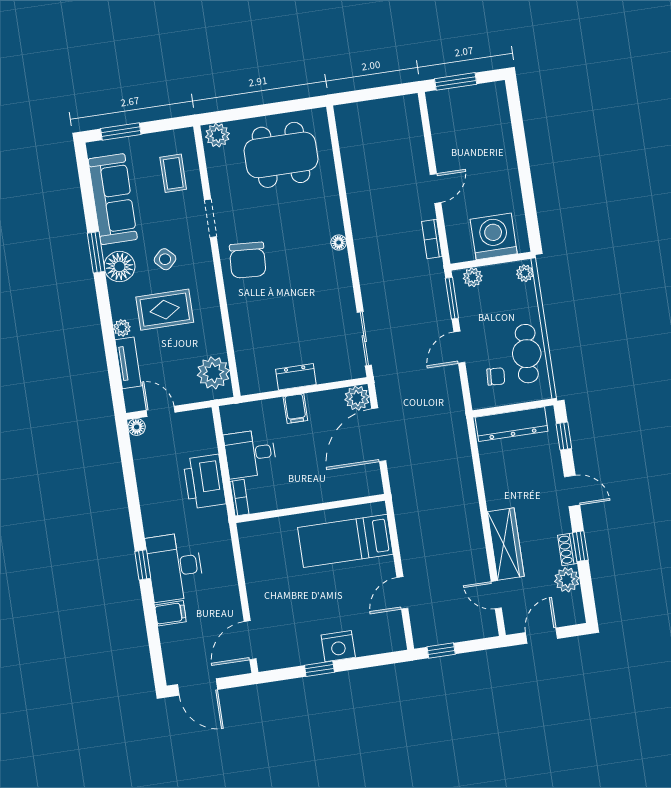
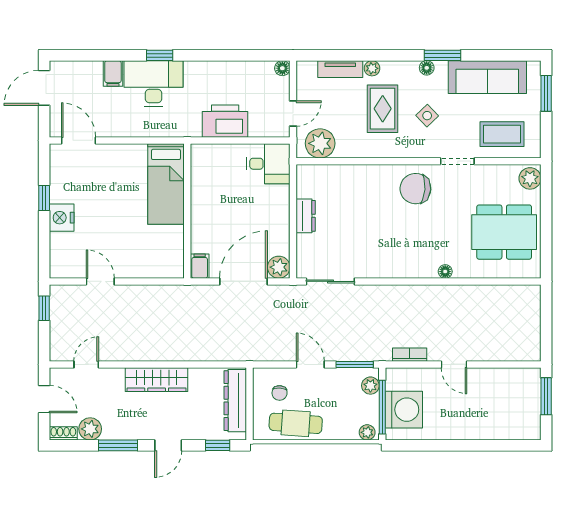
dining table: (281, 155) -> (504, 232), turned 90
coffee table: (173, 173) -> (502, 134), width x1.36, depth x1.30
floor lamp: (339, 243) -> (445, 272), moved
window: (494, 261) -> (382, 407), added
floor lamp: (119, 266) -> (427, 68), width x0.53, depth x0.53
filing cabinet: (295, 409) -> (200, 266), moved, turned 90
door: (161, 411) -> (293, 113), moved
door: (379, 435) -> (243, 281), hinge flipped
desk: (250, 454) -> (268, 164), moved, turned 90
bookcase: (239, 498) -> (206, 150), removed
bed: (345, 541) -> (166, 184), moved, turned 180
wardrobe: (506, 544) -> (157, 380), moved
window: (580, 546) -> (118, 445), width x1.50
shoe rack: (567, 549) -> (63, 433), moved

